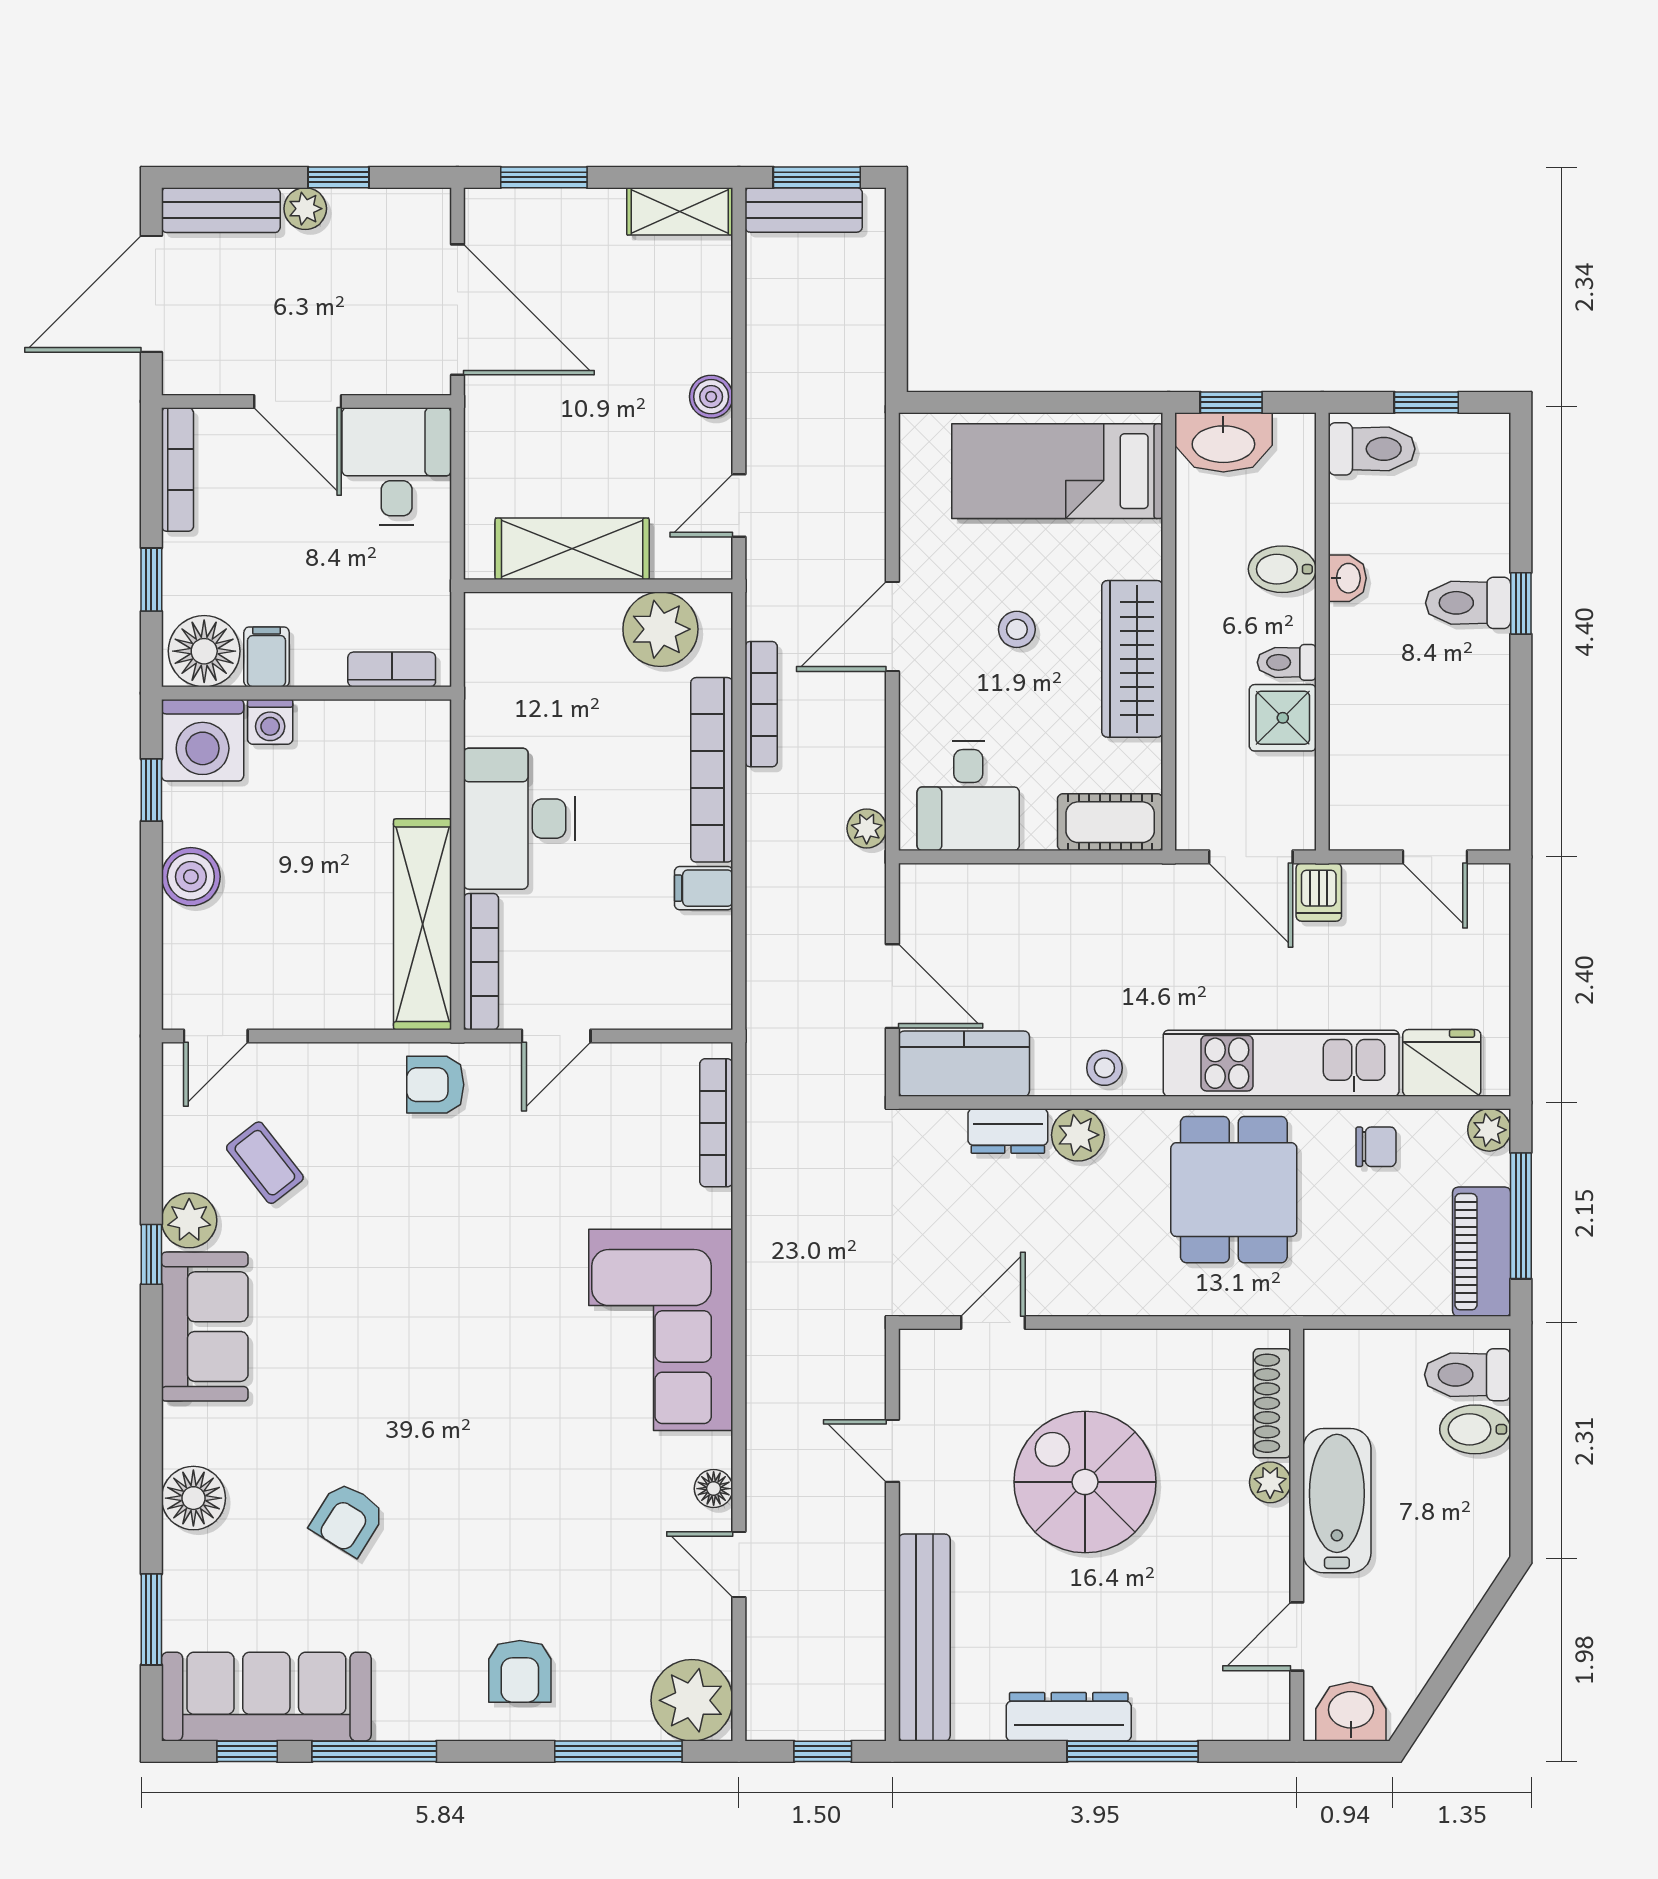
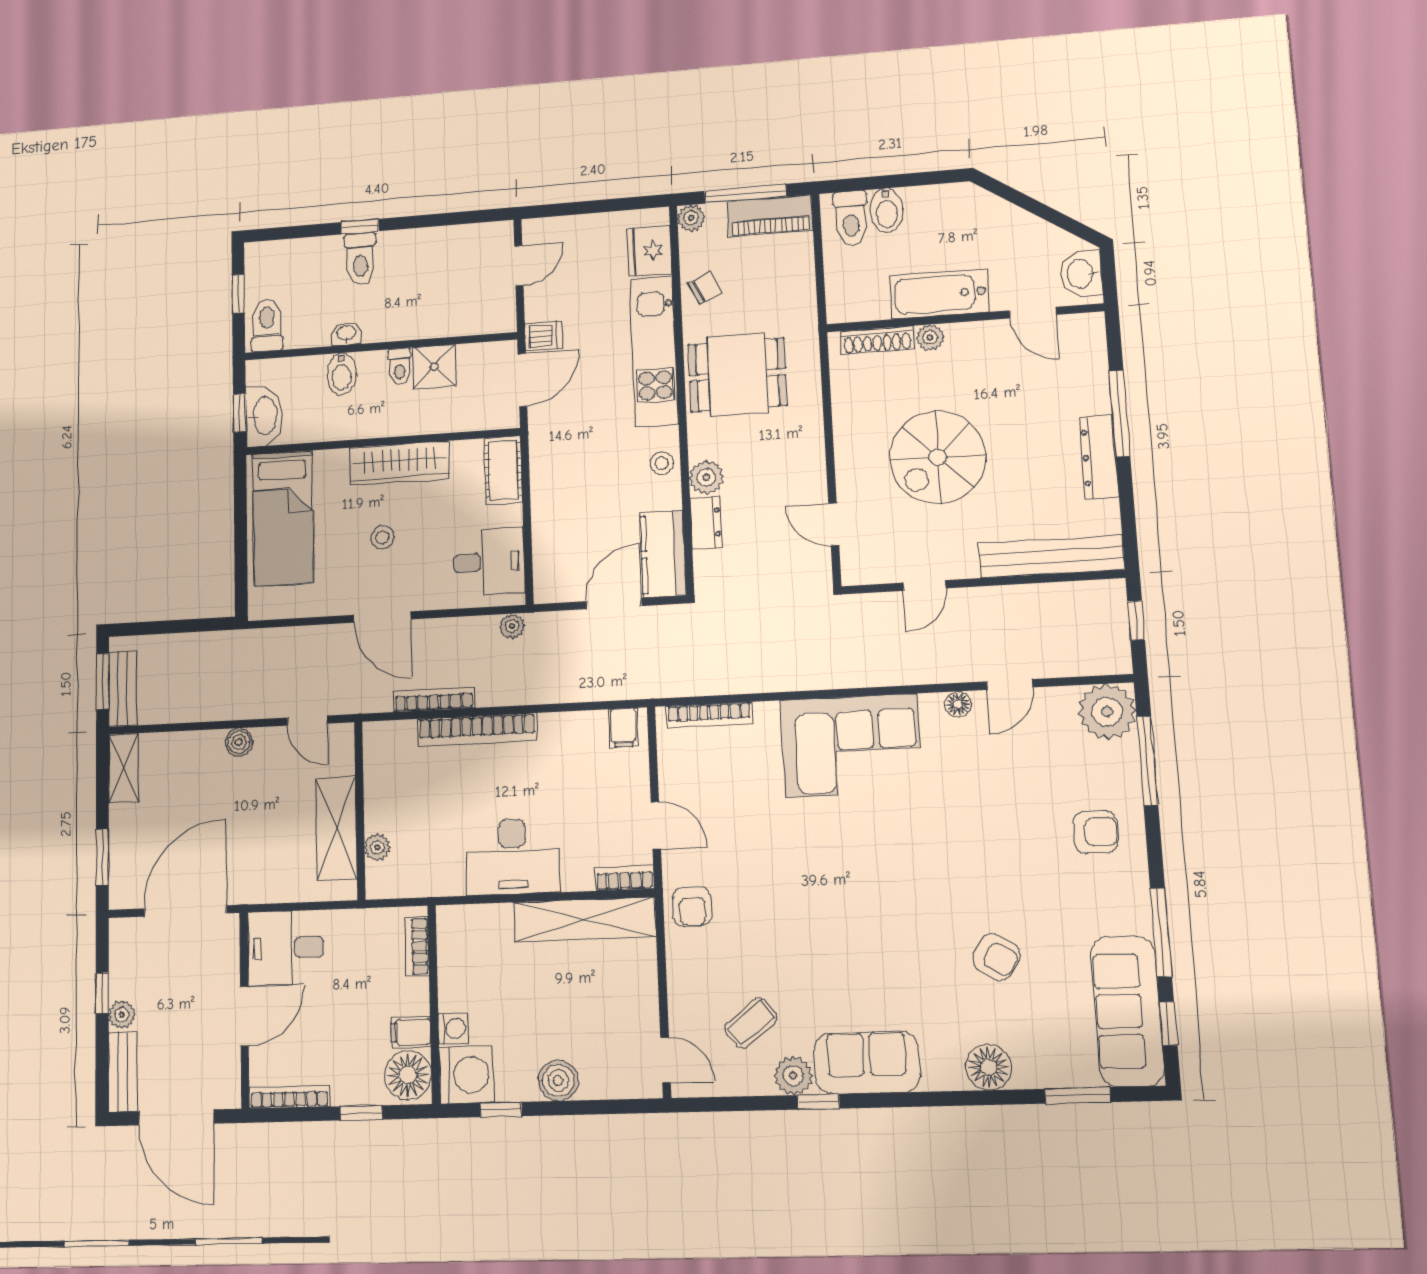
plant: (660, 629) -> (377, 847), moved, width x0.53, depth x0.53
filing cabinet: (704, 888) -> (623, 728), moved
bookcase: (481, 962) -> (625, 878), width x0.64
chair: (1376, 1147) -> (705, 287), turned 64

